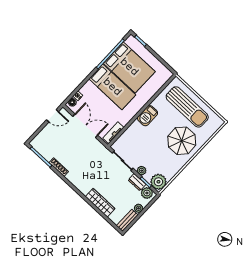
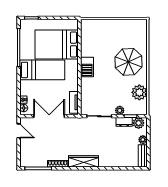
bed: (129, 67) -> (57, 44), moved, turned 180
sun lounger: (187, 107) -> (110, 34), removed
door: (53, 116) -> (19, 131), hinge flipped
plant: (158, 182) -> (139, 92), moved
wardrobe: (100, 203) -> (83, 161), moved

